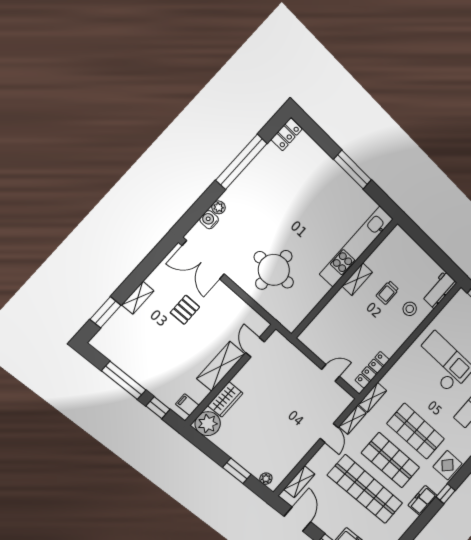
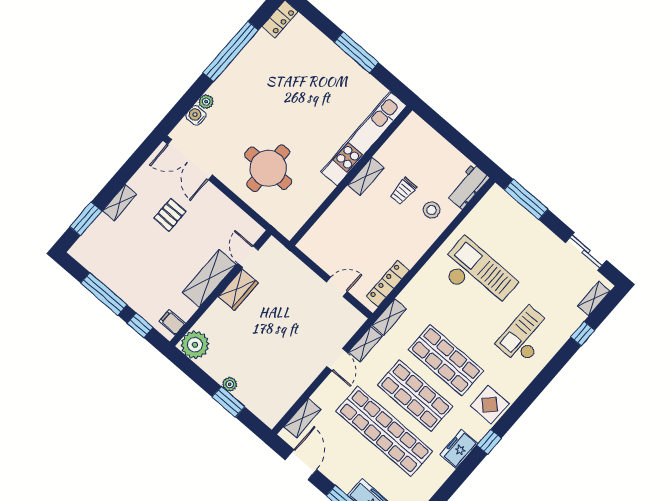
wardrobe: (225, 399) -> (238, 290), moved
plant: (266, 479) -> (230, 384), moved

